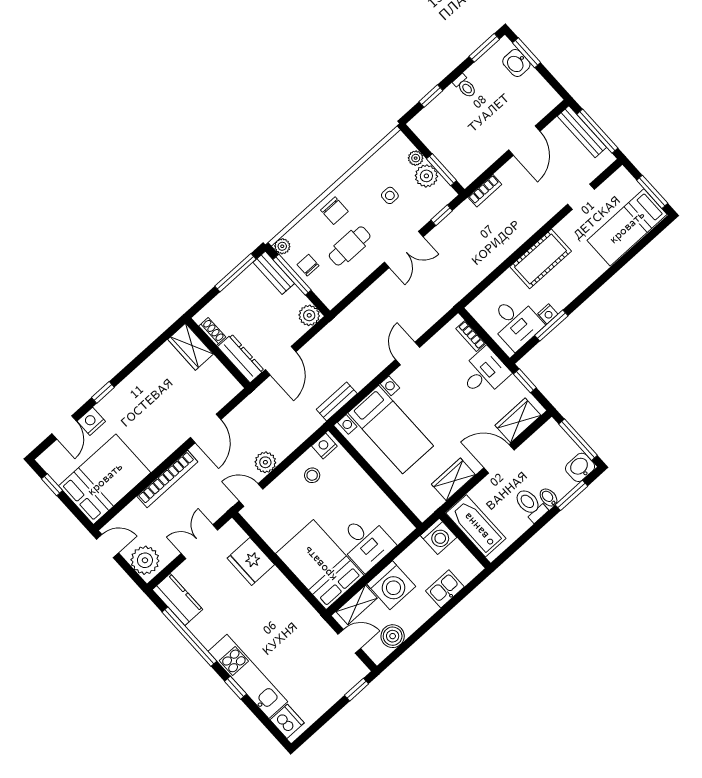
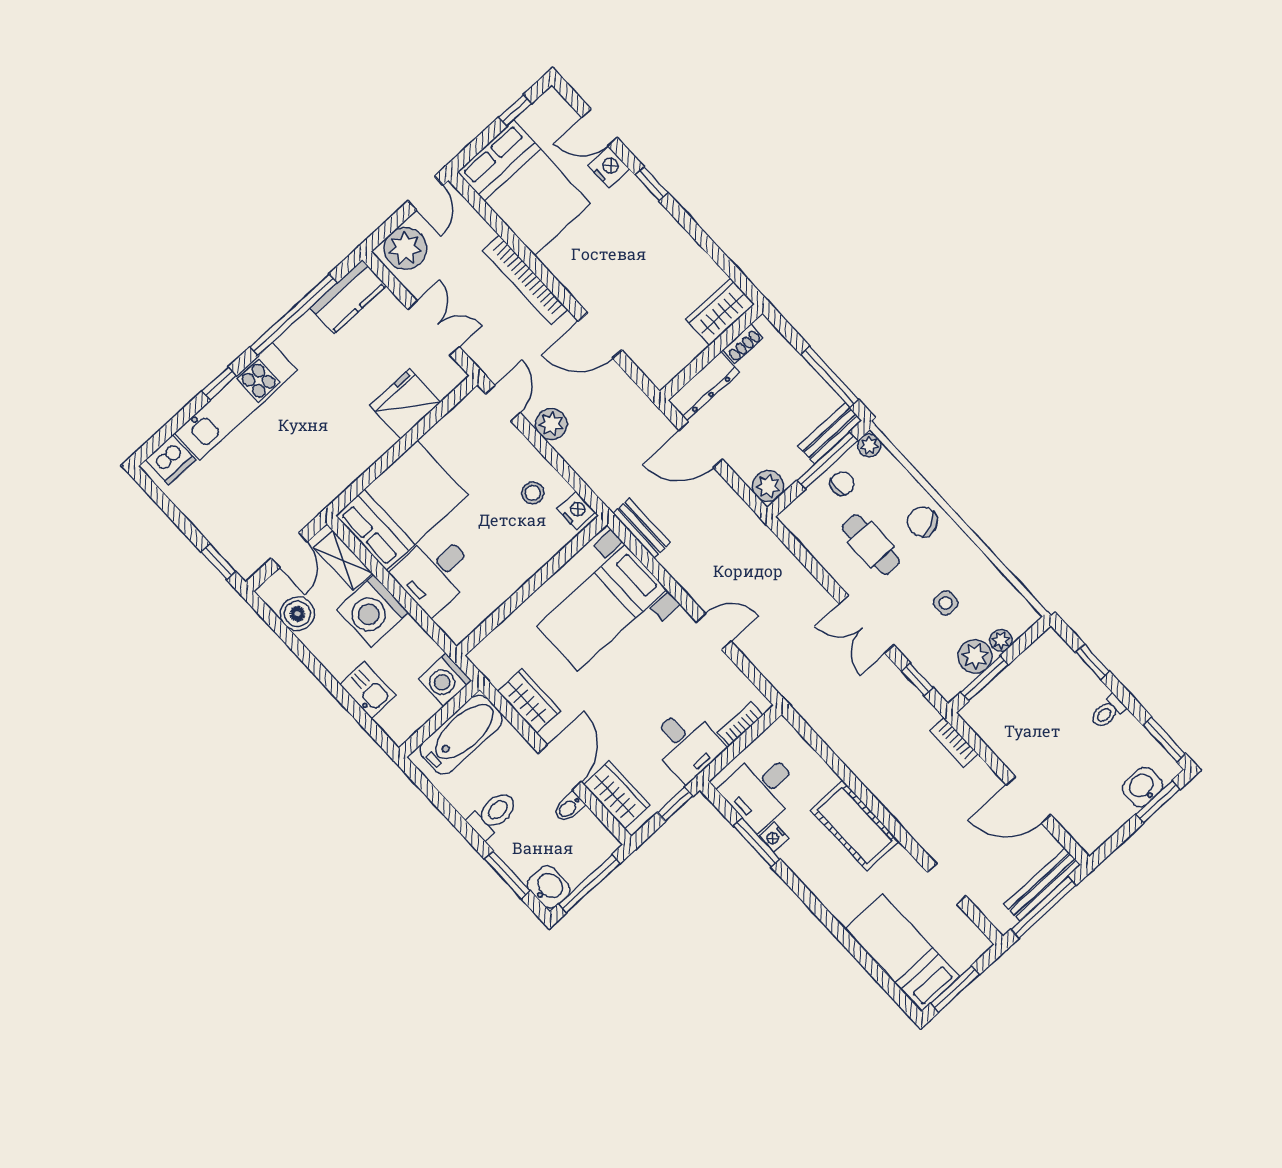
chair: (334, 211) -> (922, 522), turned 67
bidet: (549, 497) -> (569, 808), moved, turned 180

